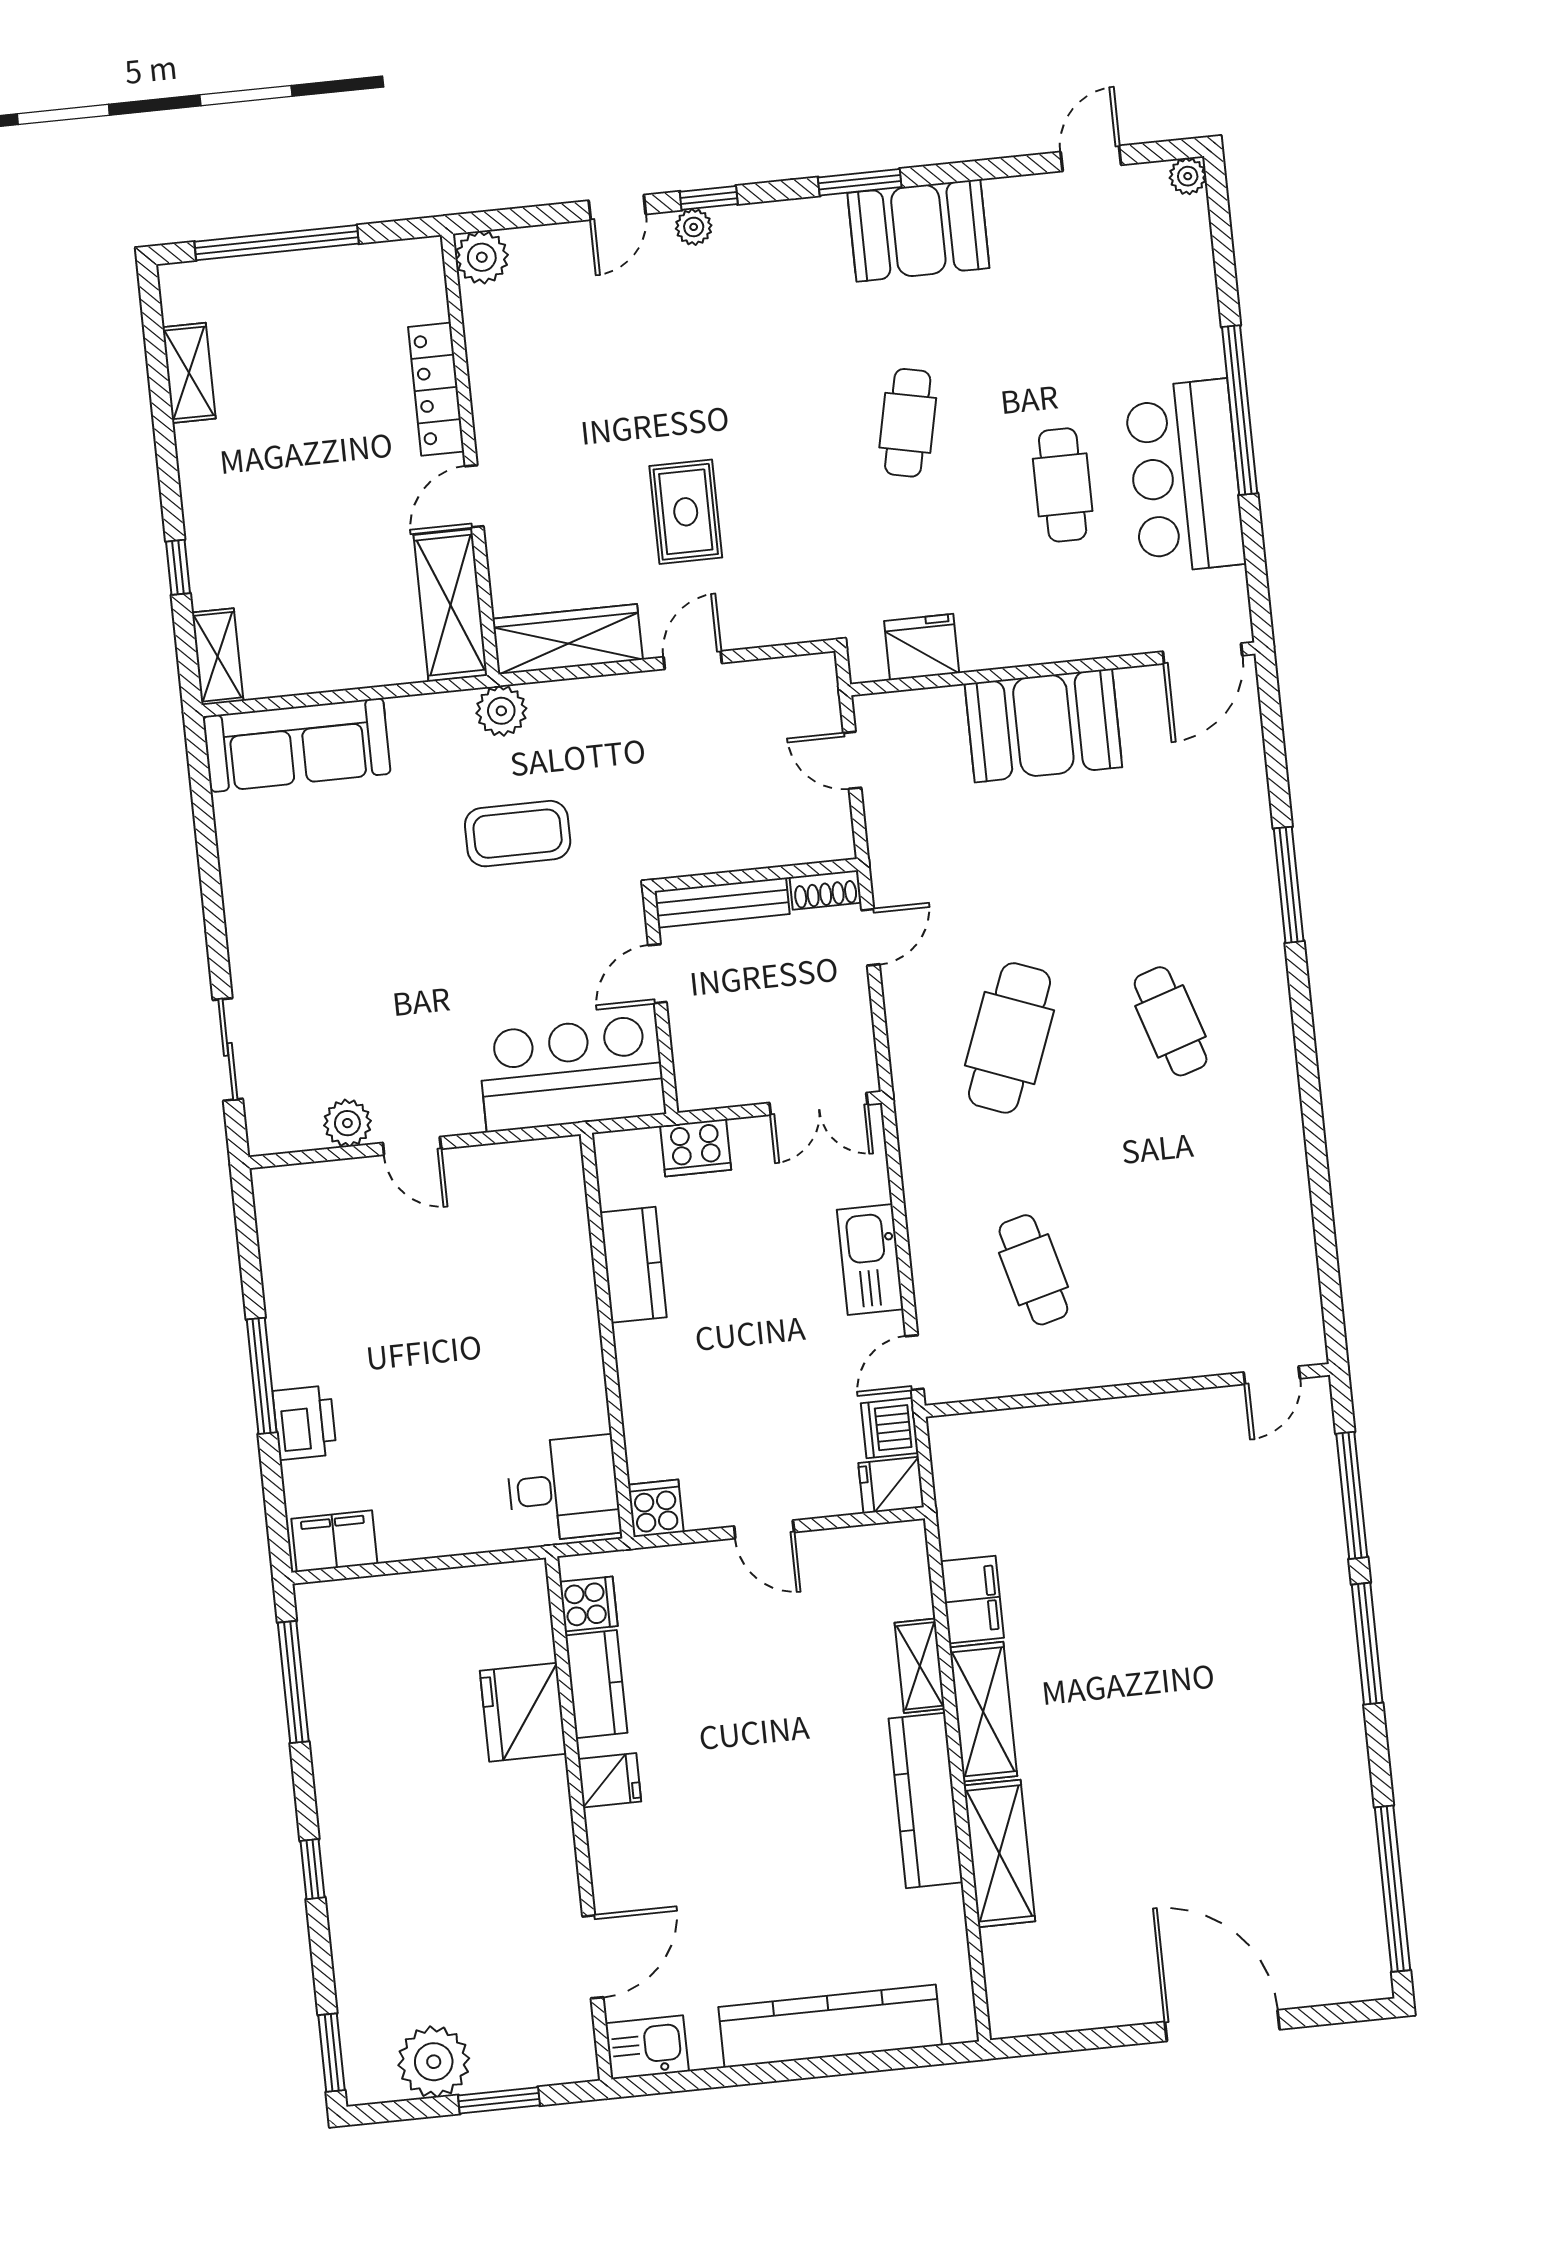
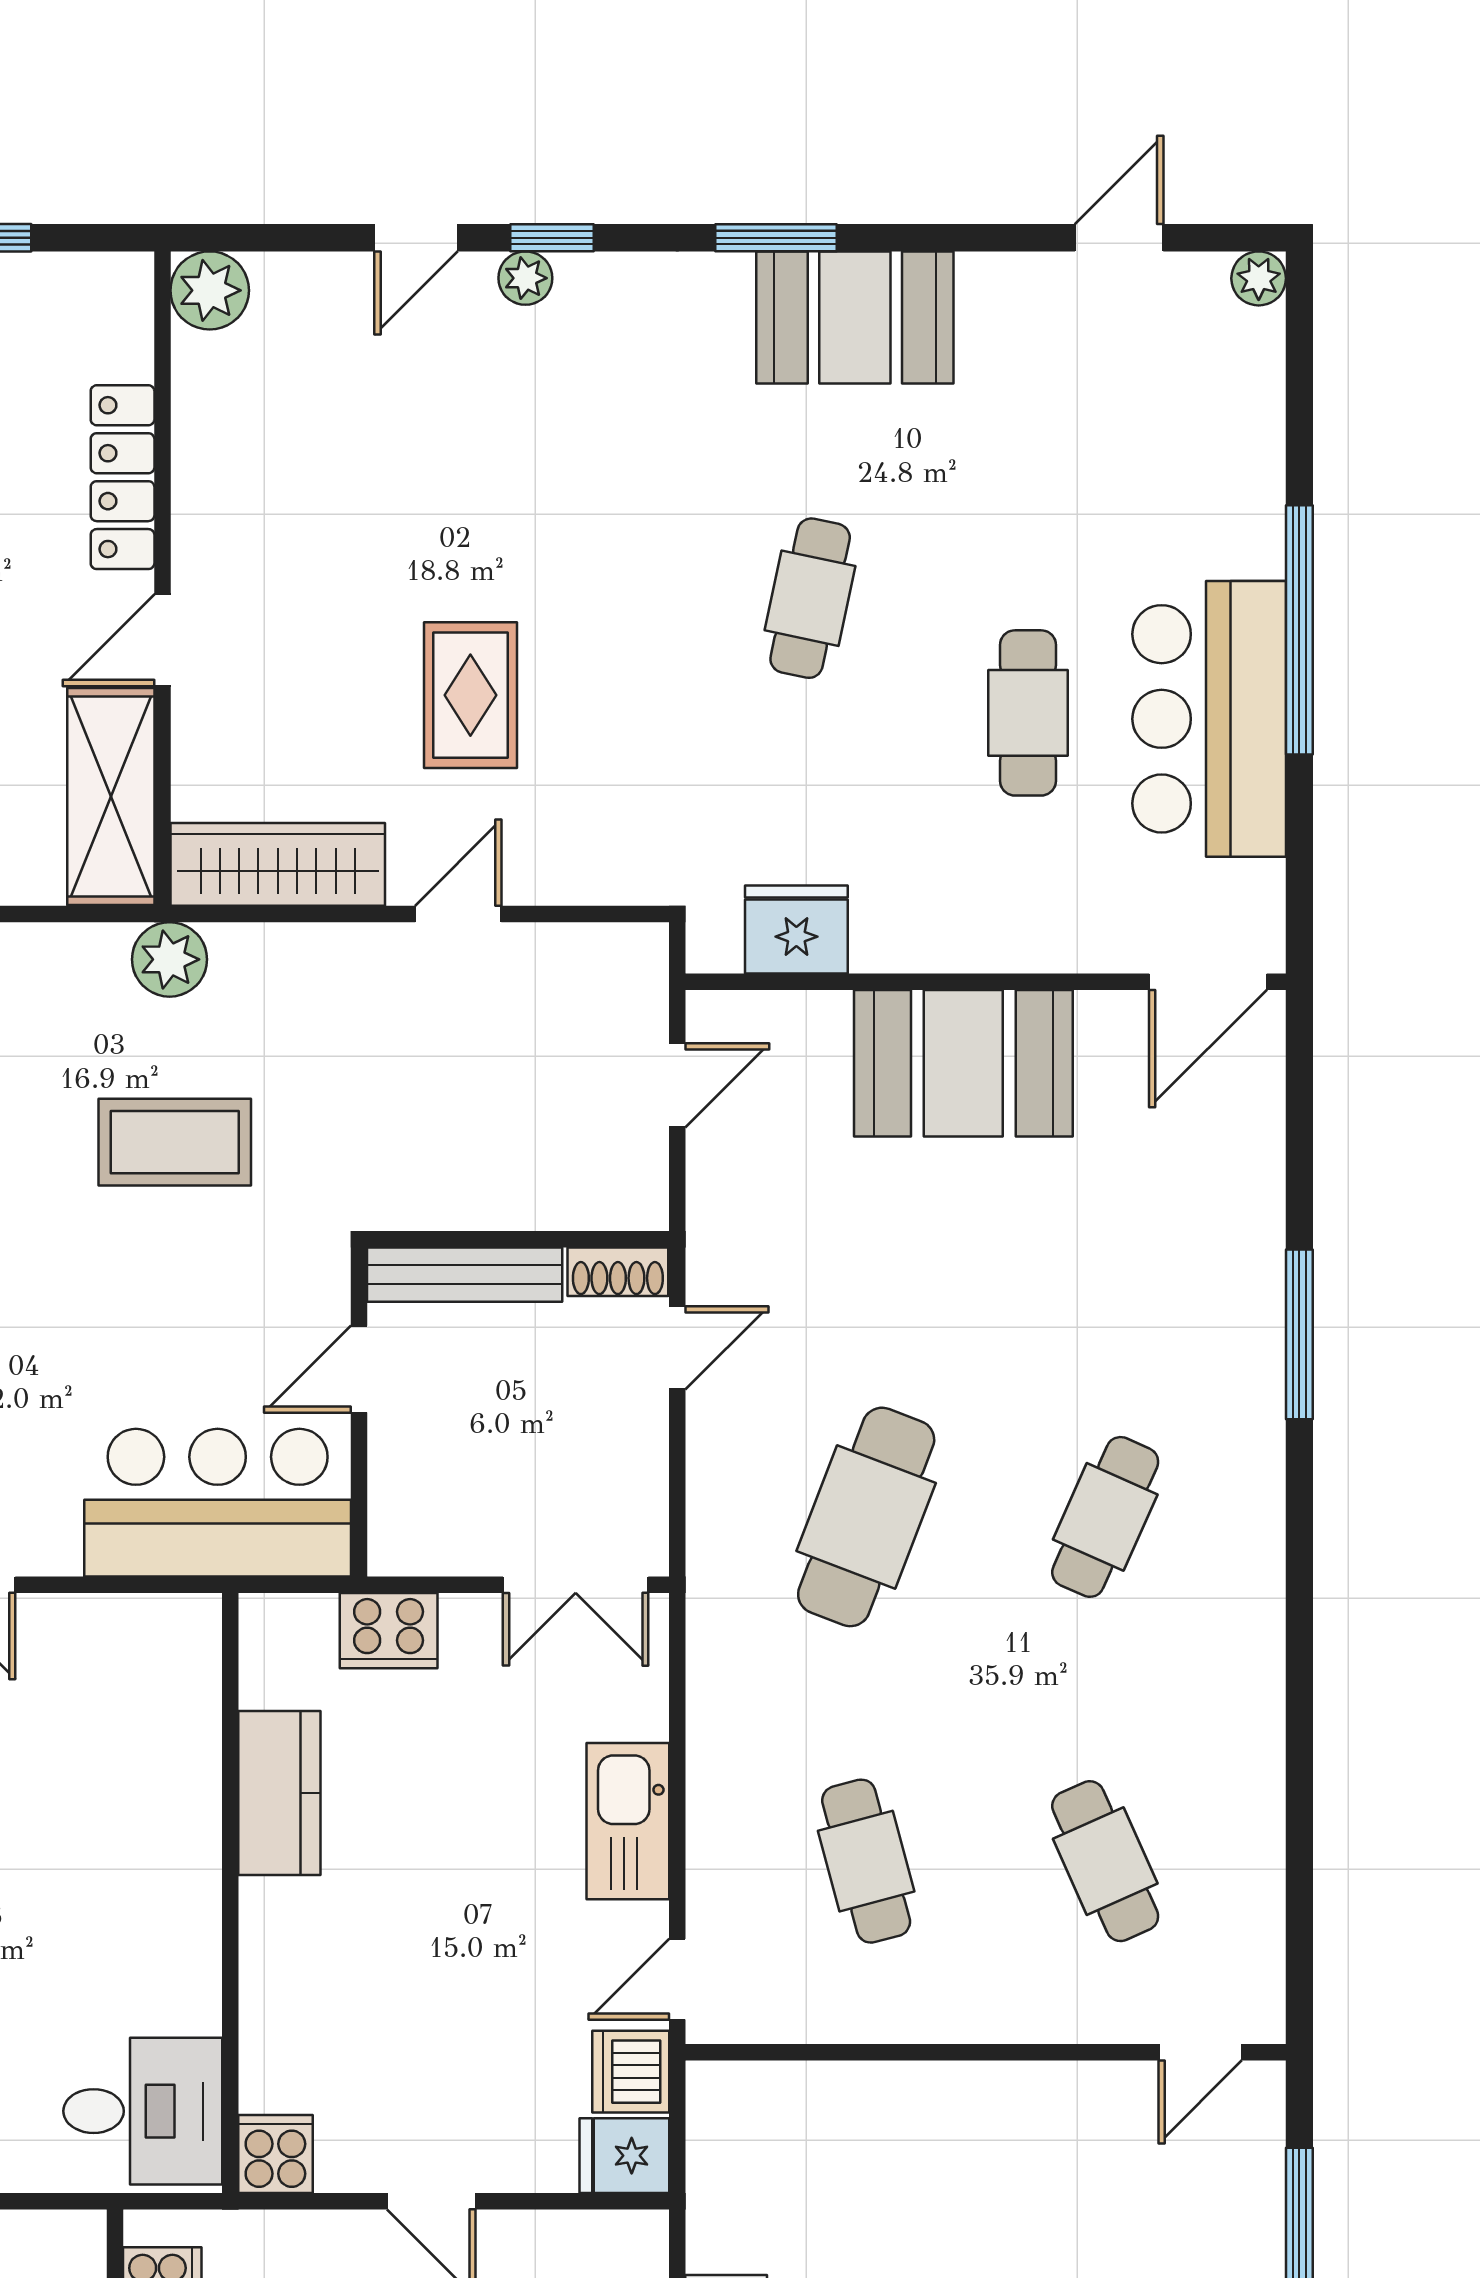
door: (852, 760) -> (677, 1085), swing flipped
cafe table: (1171, 1021) -> (1105, 1517), turned 42
cafe table: (1194, 1253) -> (1105, 1861), added

